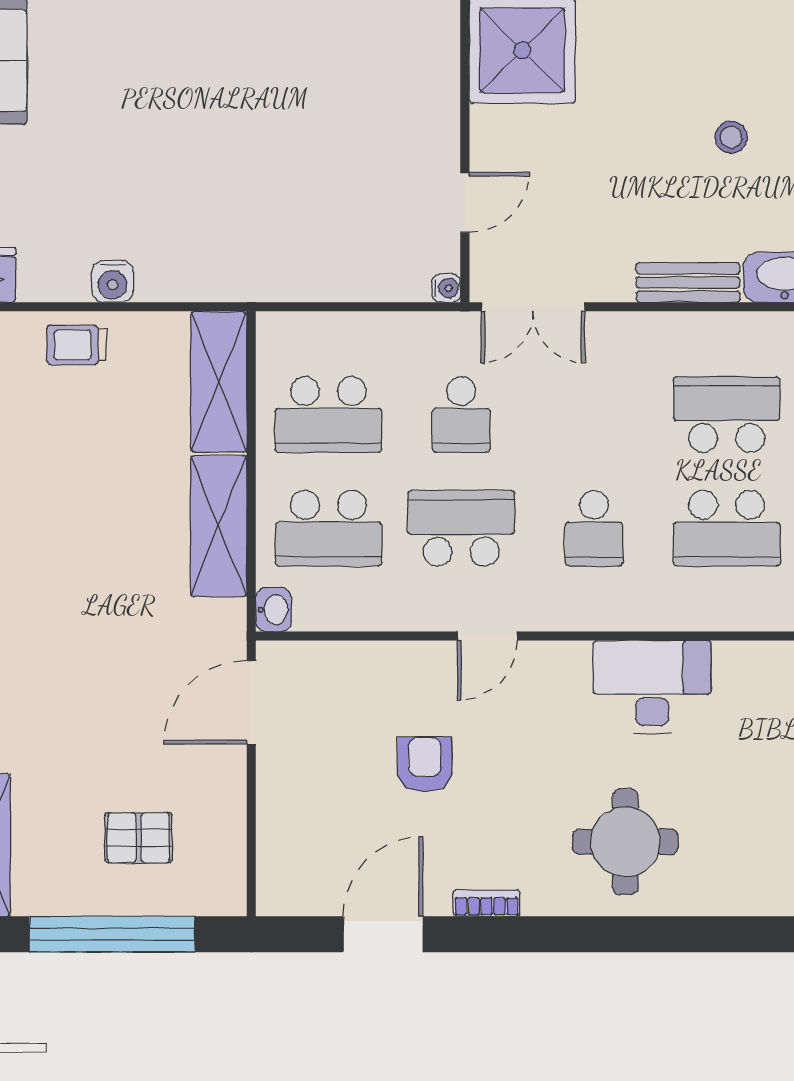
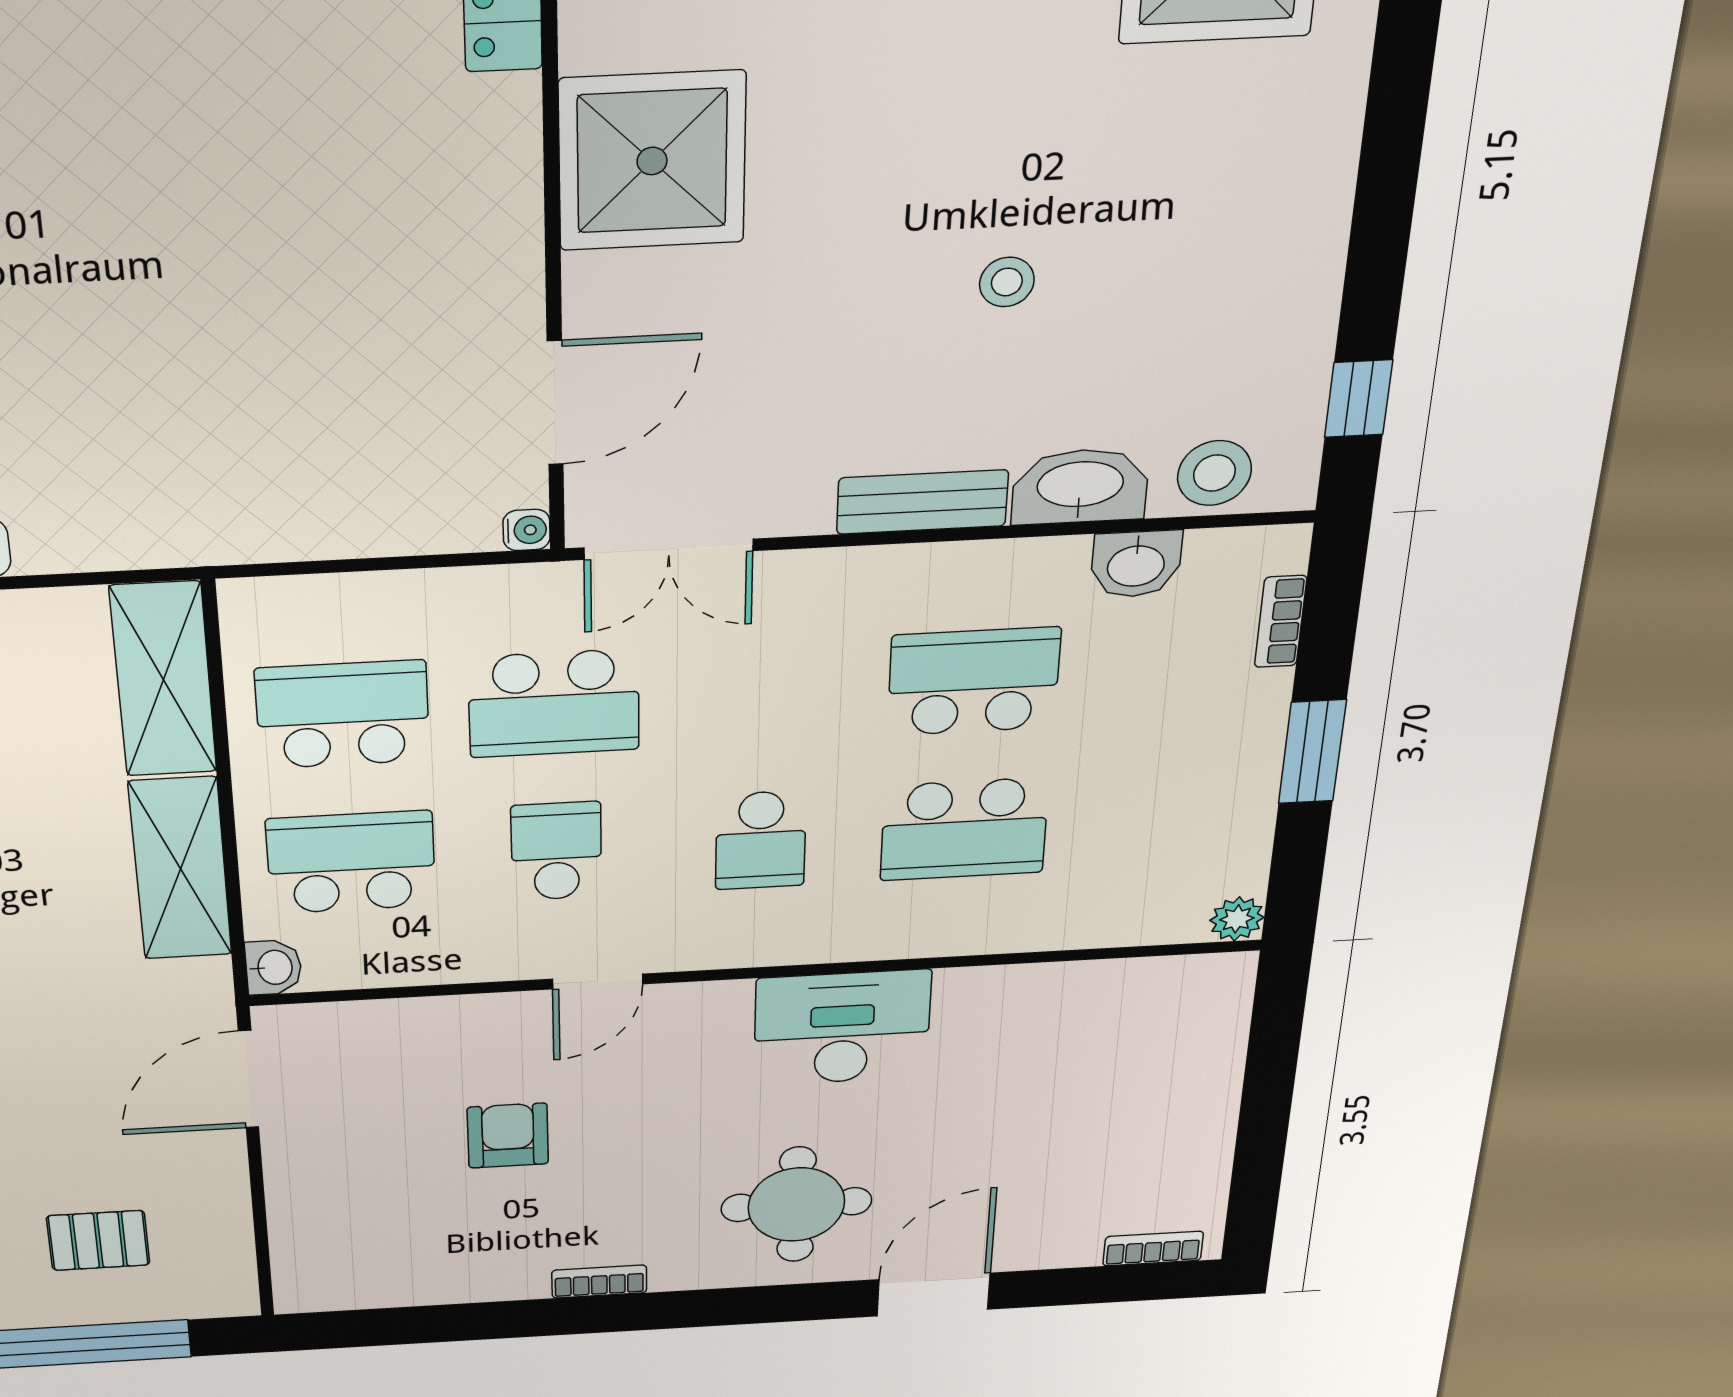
door: (465, 202) -> (555, 403), width x1.38
school desk: (328, 415) -> (343, 715), turned 180
school desk: (461, 415) -> (554, 704), width x1.85
school desk: (328, 528) -> (351, 862), turned 180
school desk: (461, 528) -> (556, 851), width x0.54
door: (383, 934) -> (934, 1295), moved

